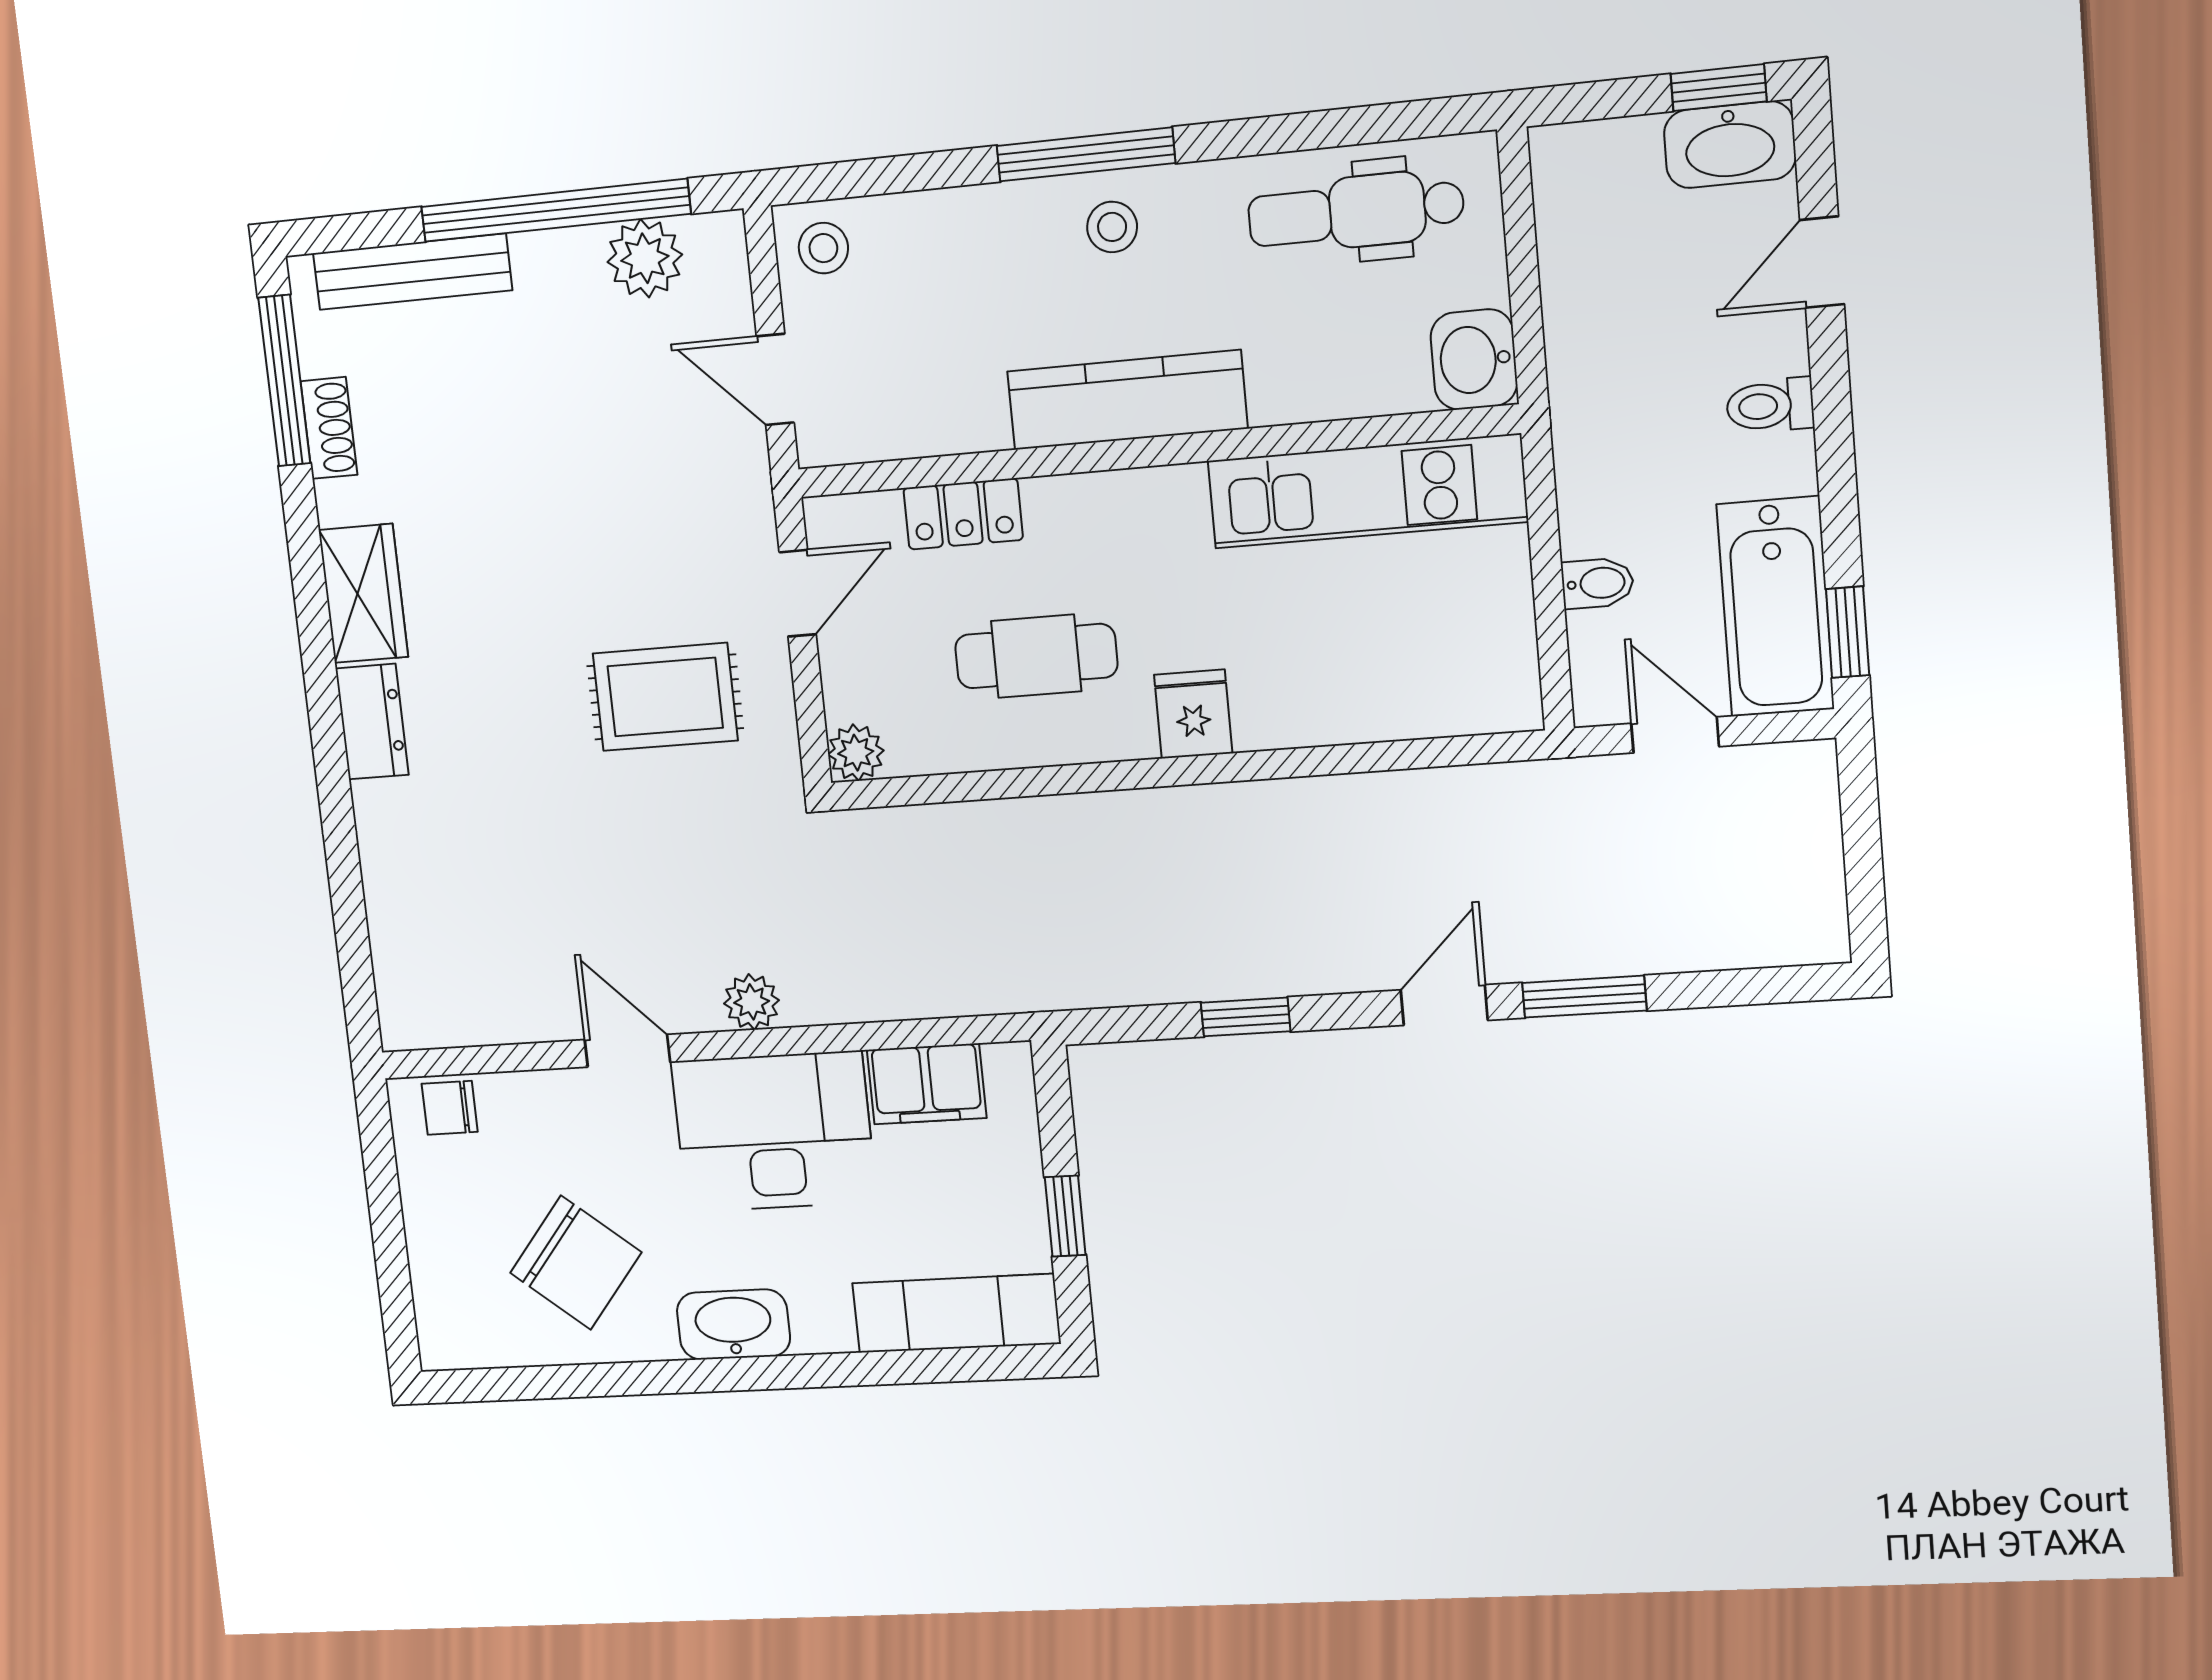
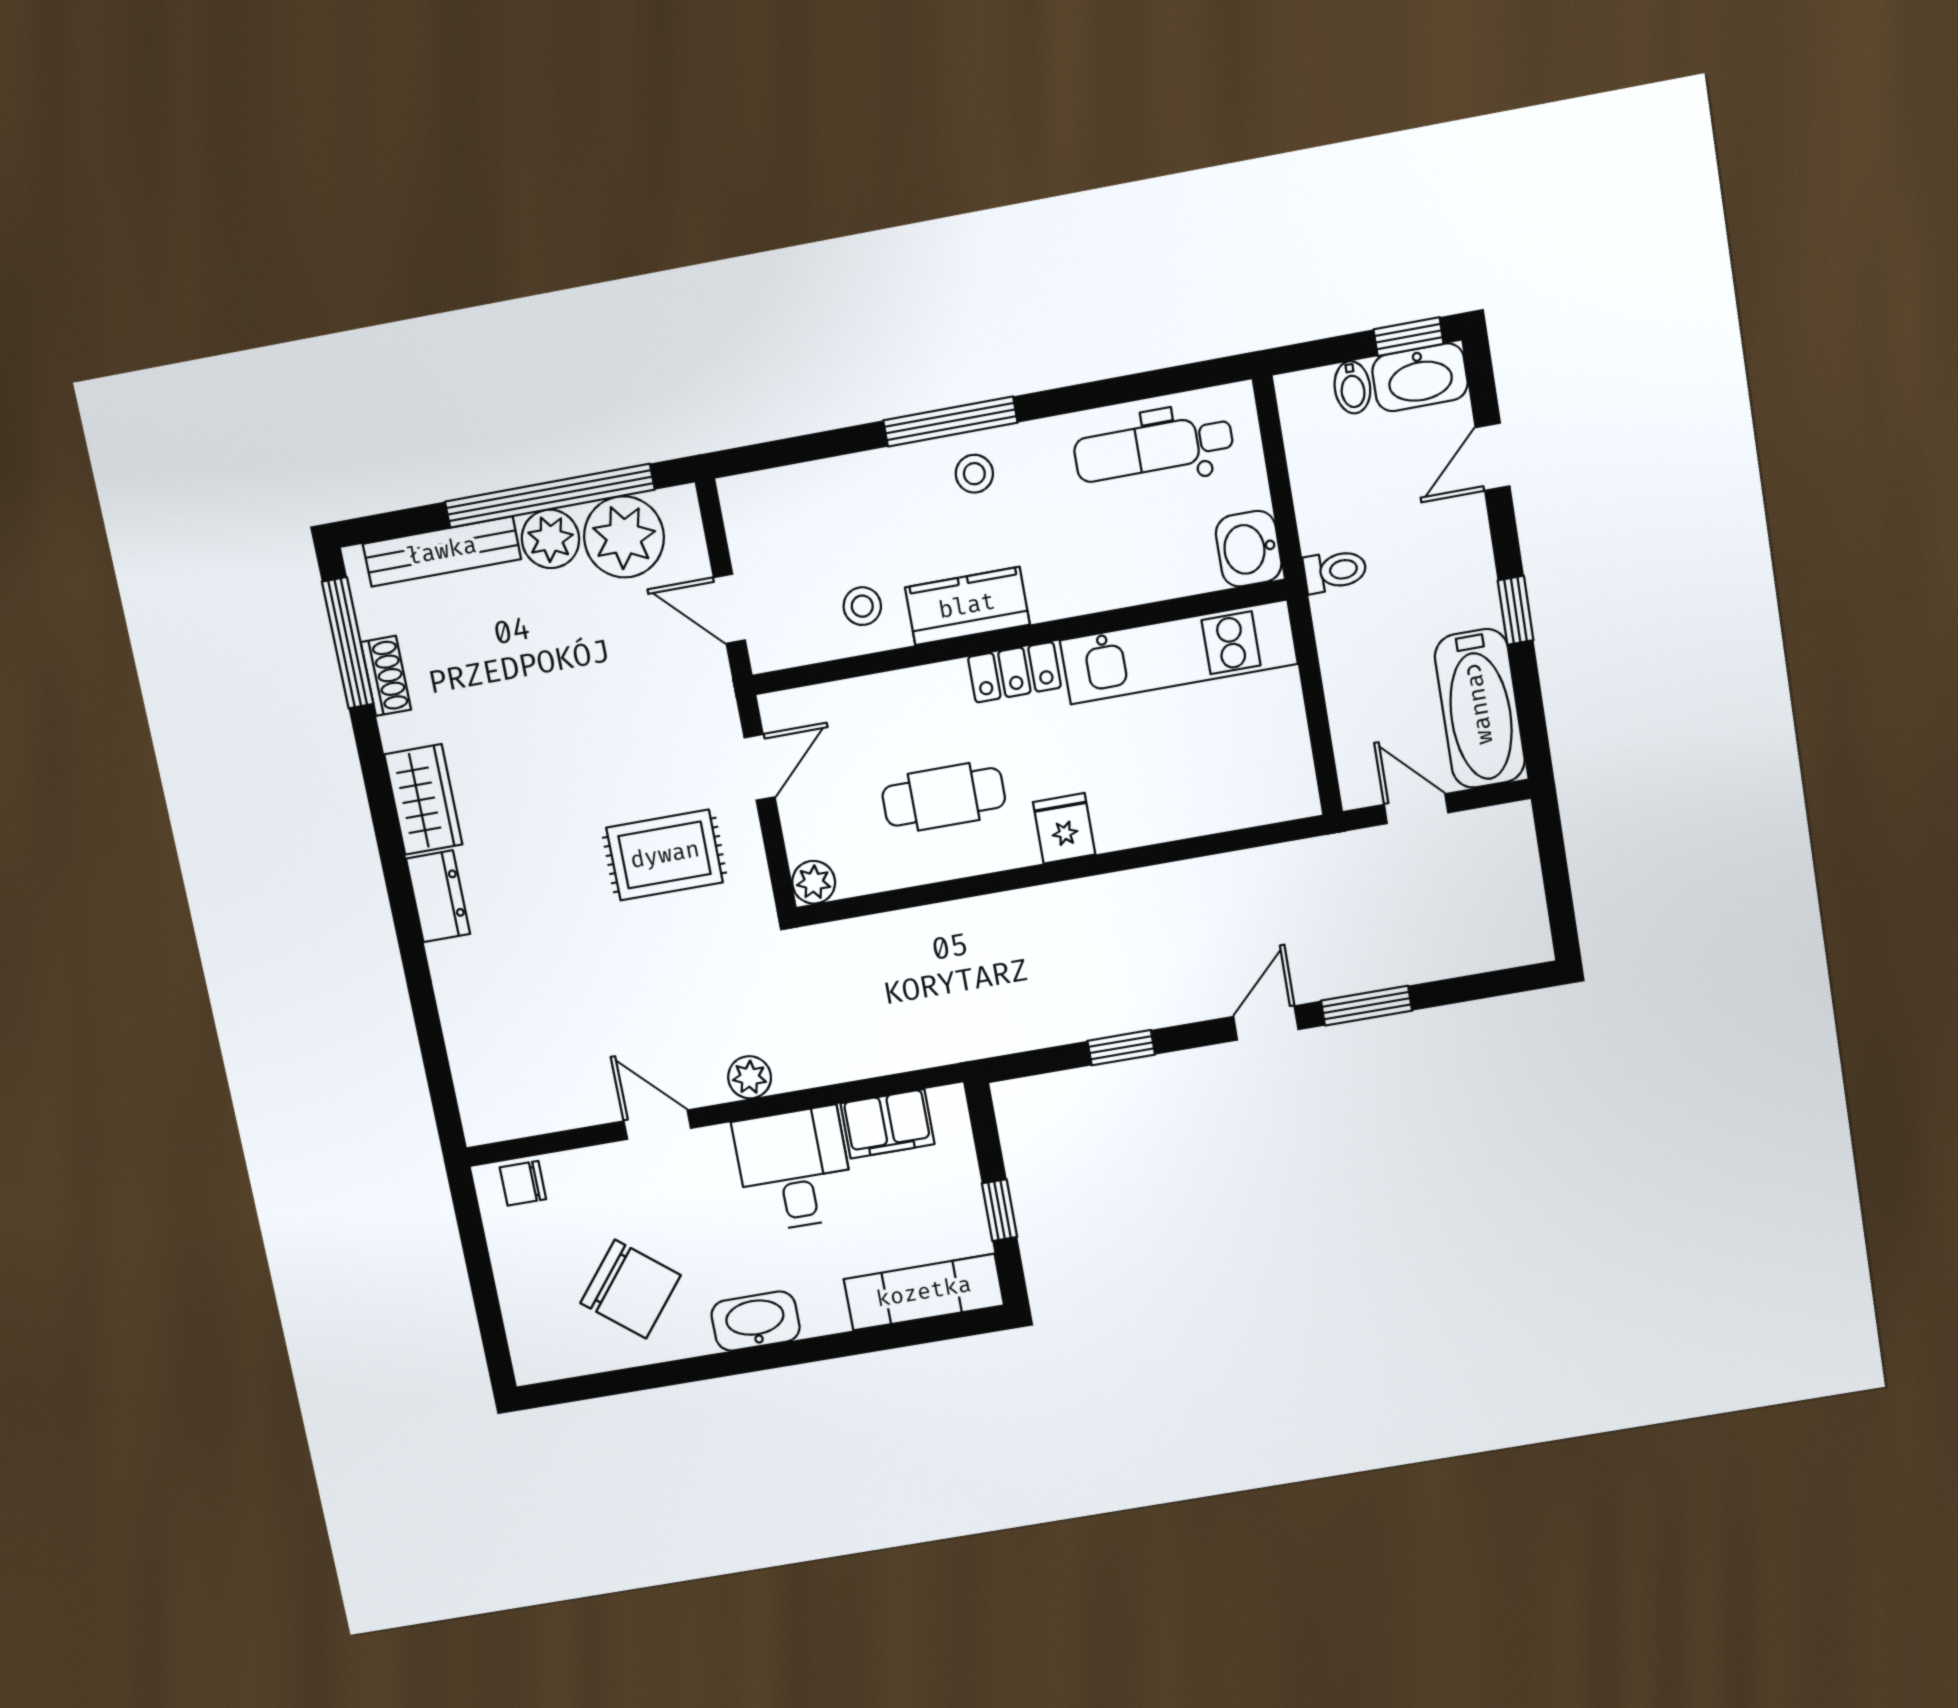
stool: (823, 248) -> (862, 606), moved
plant: (645, 258) -> (624, 537), width x1.36, depth x1.36
plant: (552, 267) -> (550, 539), added
kitchen counter: (1127, 400) -> (967, 606), width x0.67
toilet: (1770, 406) -> (1335, 571), moved, turned 180
locker: (963, 514) -> (1014, 672), moved
bidet: (1598, 583) -> (1352, 387), moved, turned 90
window: (1848, 632) -> (1516, 610), moved
desk: (774, 1132) -> (794, 1169), width x0.73

